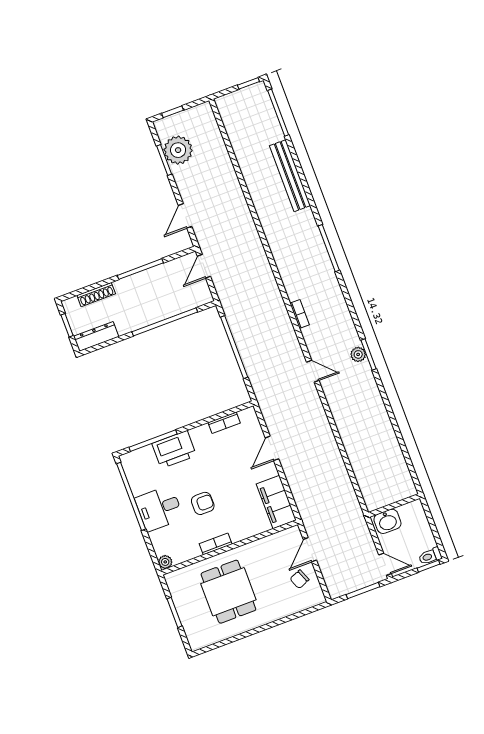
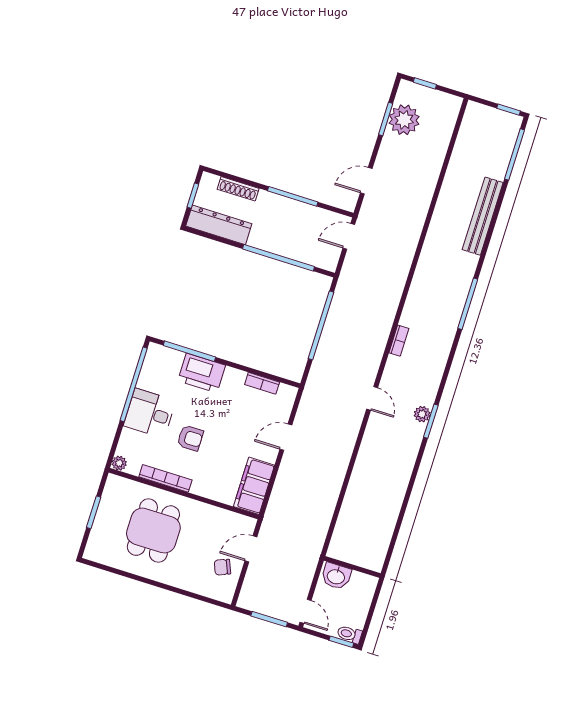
dresser: (96, 336) -> (219, 225), width x1.37, depth x1.24
bookcase: (216, 544) -> (165, 478), width x1.56

